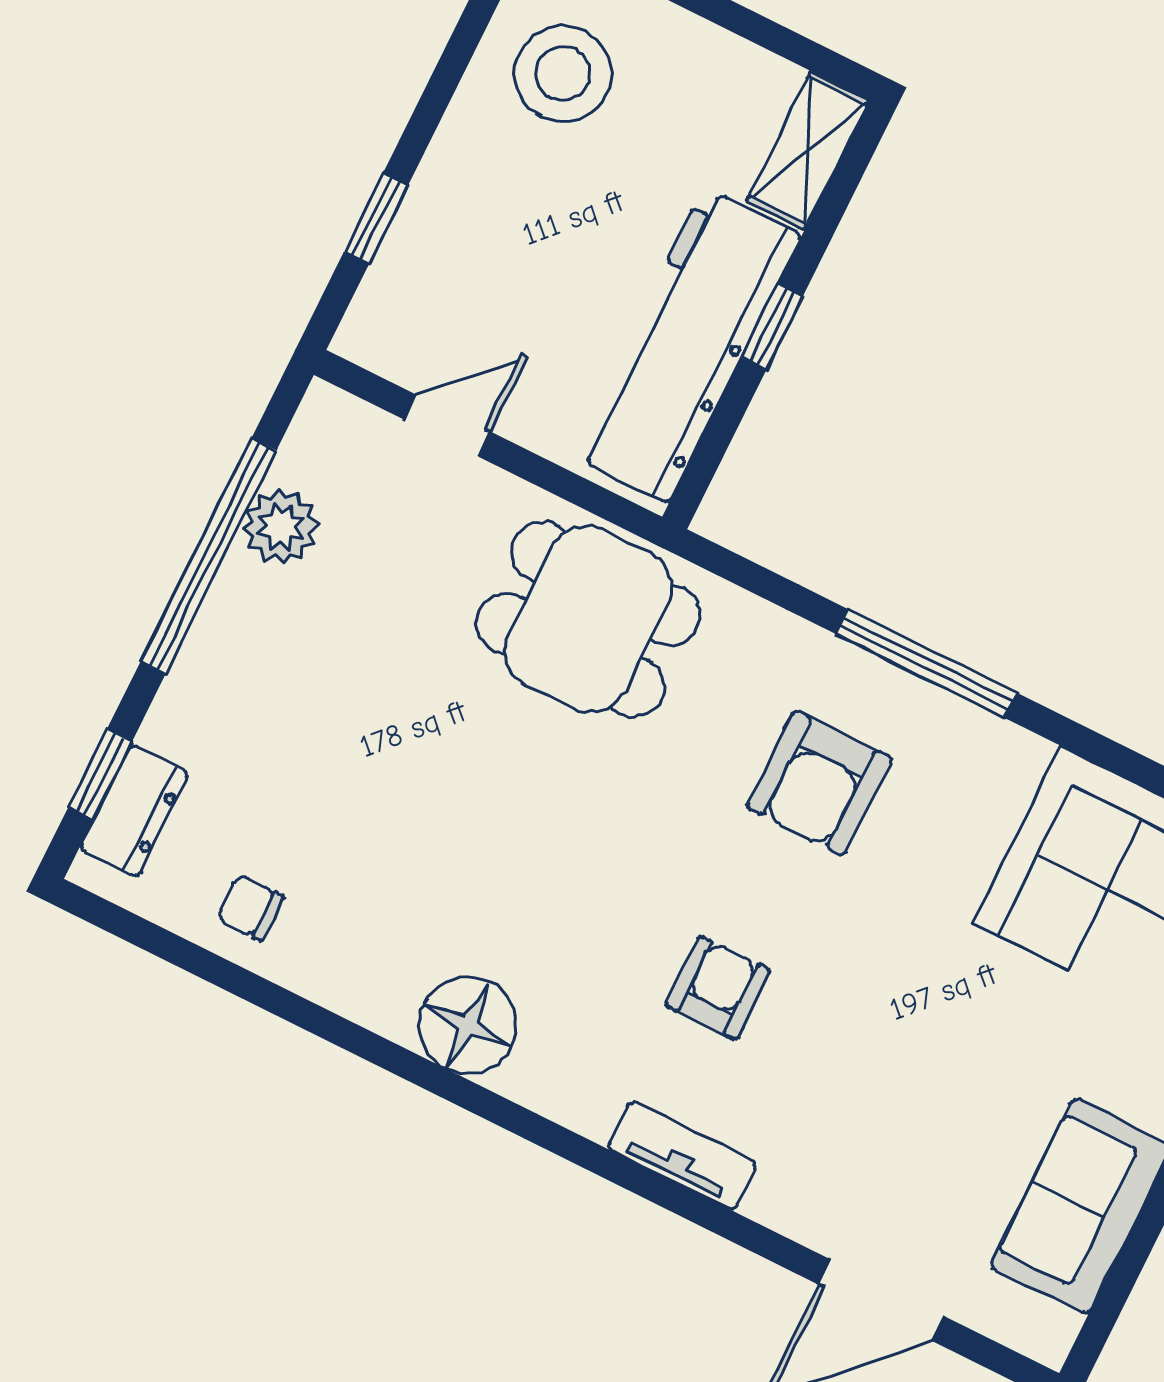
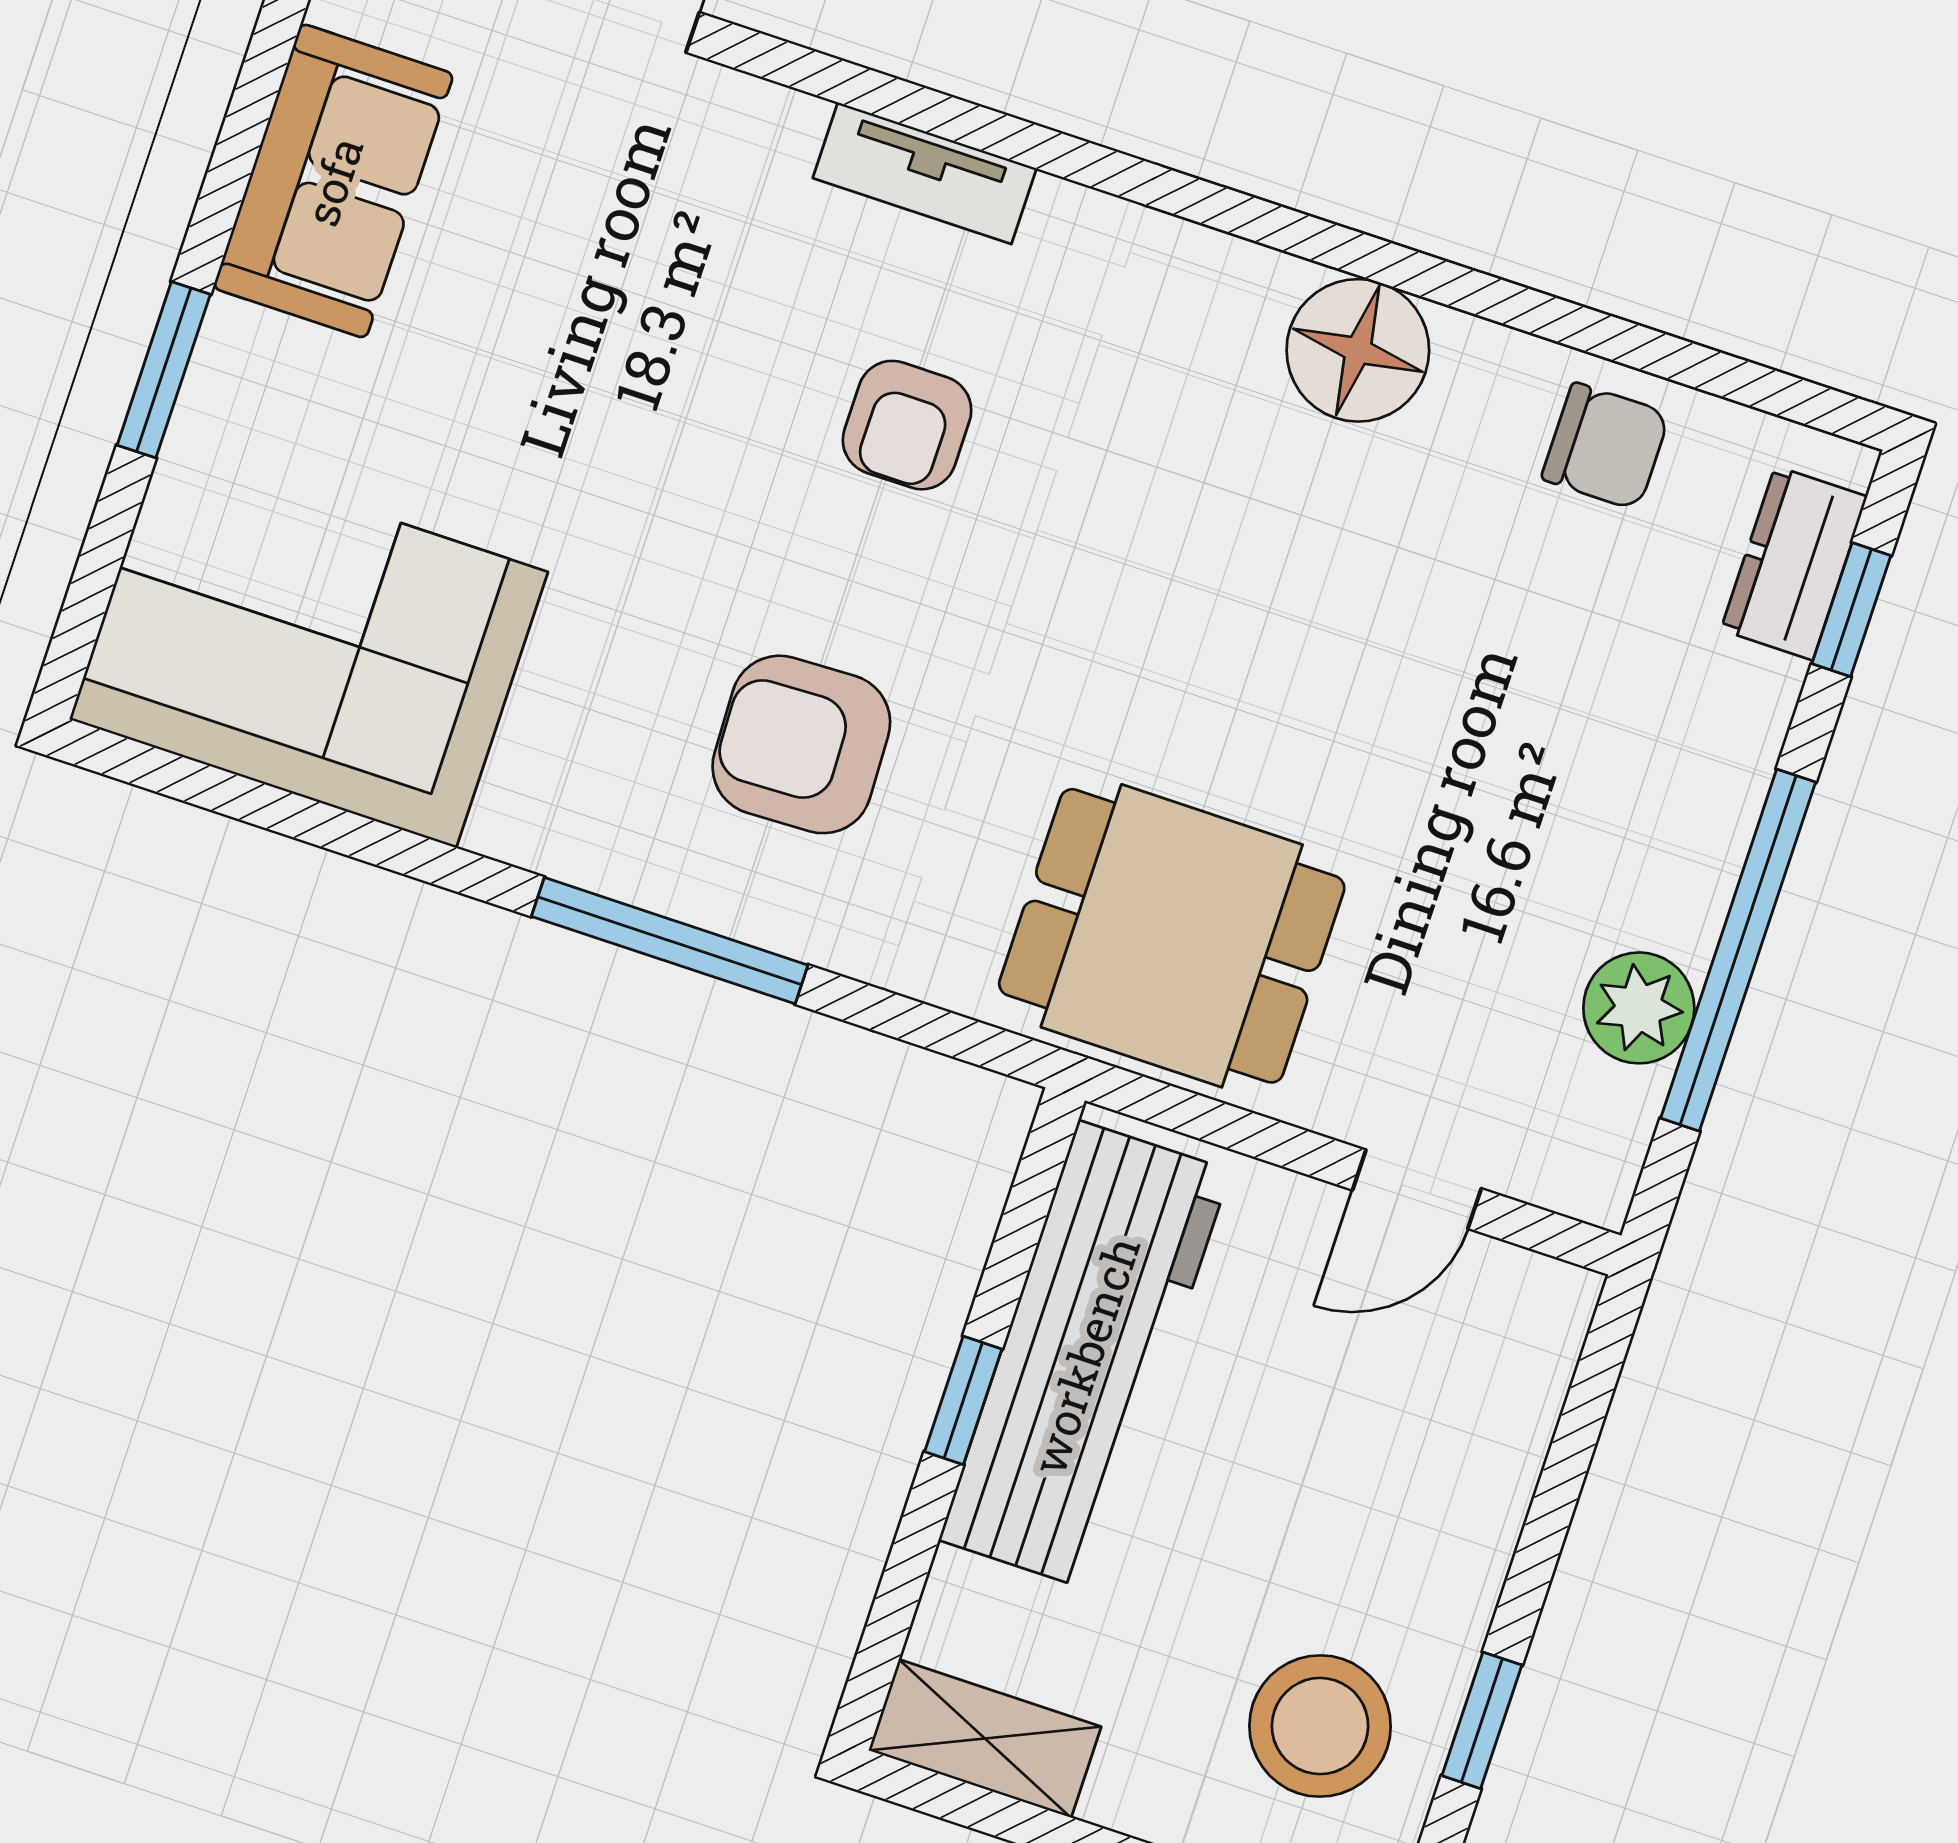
shelving: (808, 150) -> (985, 1739), moved, turned 90
window: (376, 218) -> (1482, 1720), moved
armchair: (819, 783) -> (801, 744), turned -92
chair: (250, 908) -> (1606, 446), width x1.37, depth x1.37
floor lamp: (468, 1025) -> (1358, 350), moved

